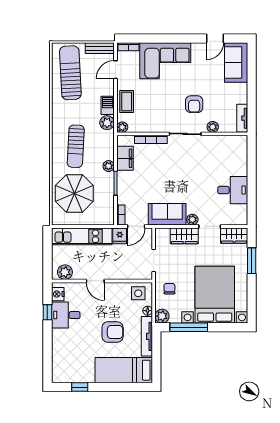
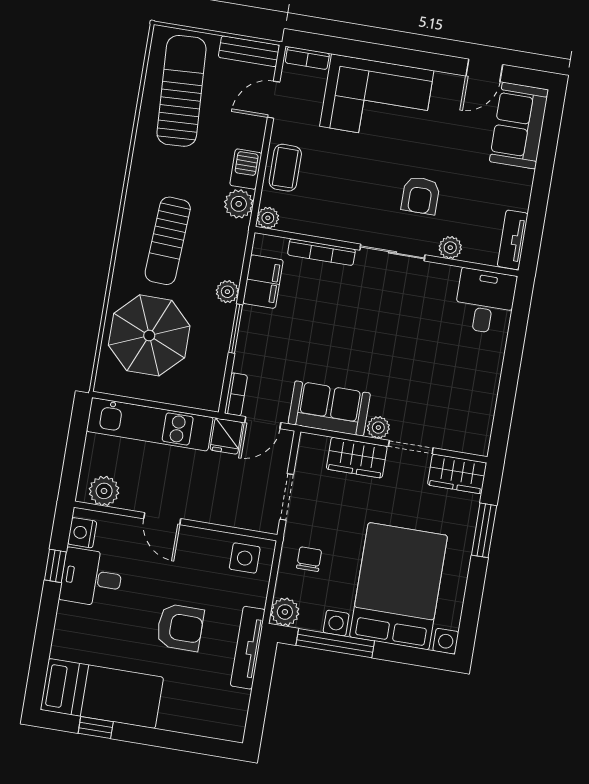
desk: (233, 190) -> (485, 301), moved, turned -90
floor lamp: (148, 311) -> (258, 596), removed
bed: (124, 370) -> (102, 694), moved, turned 180

